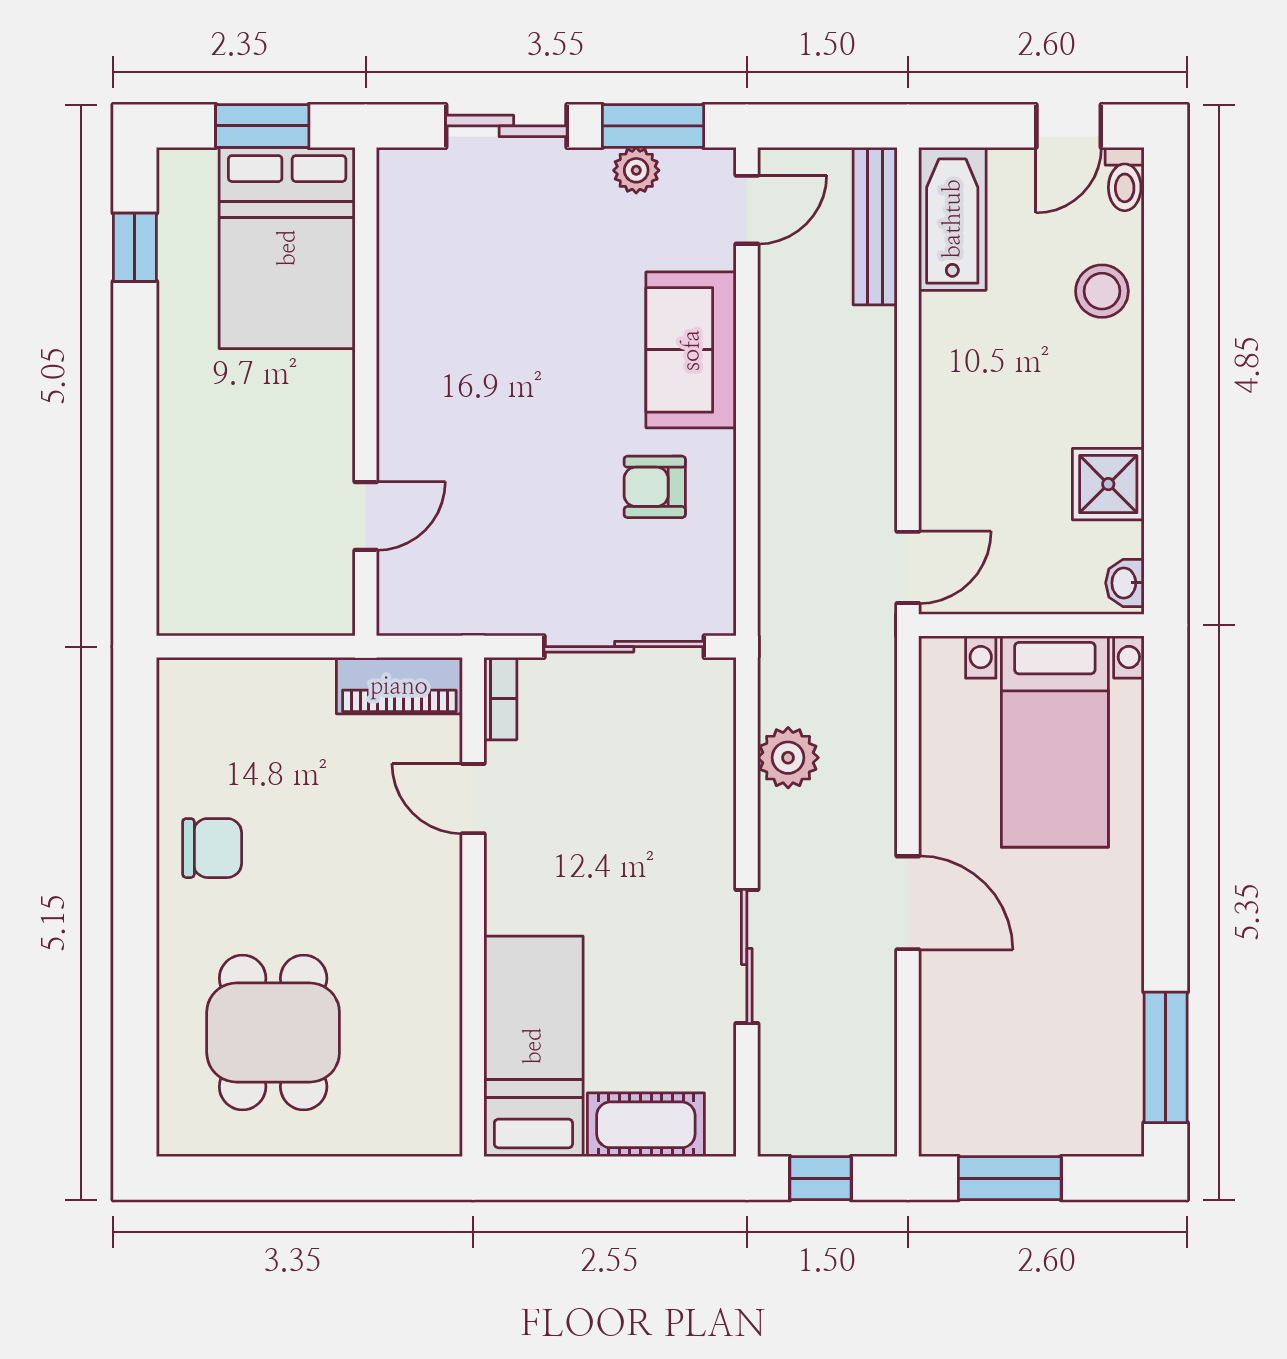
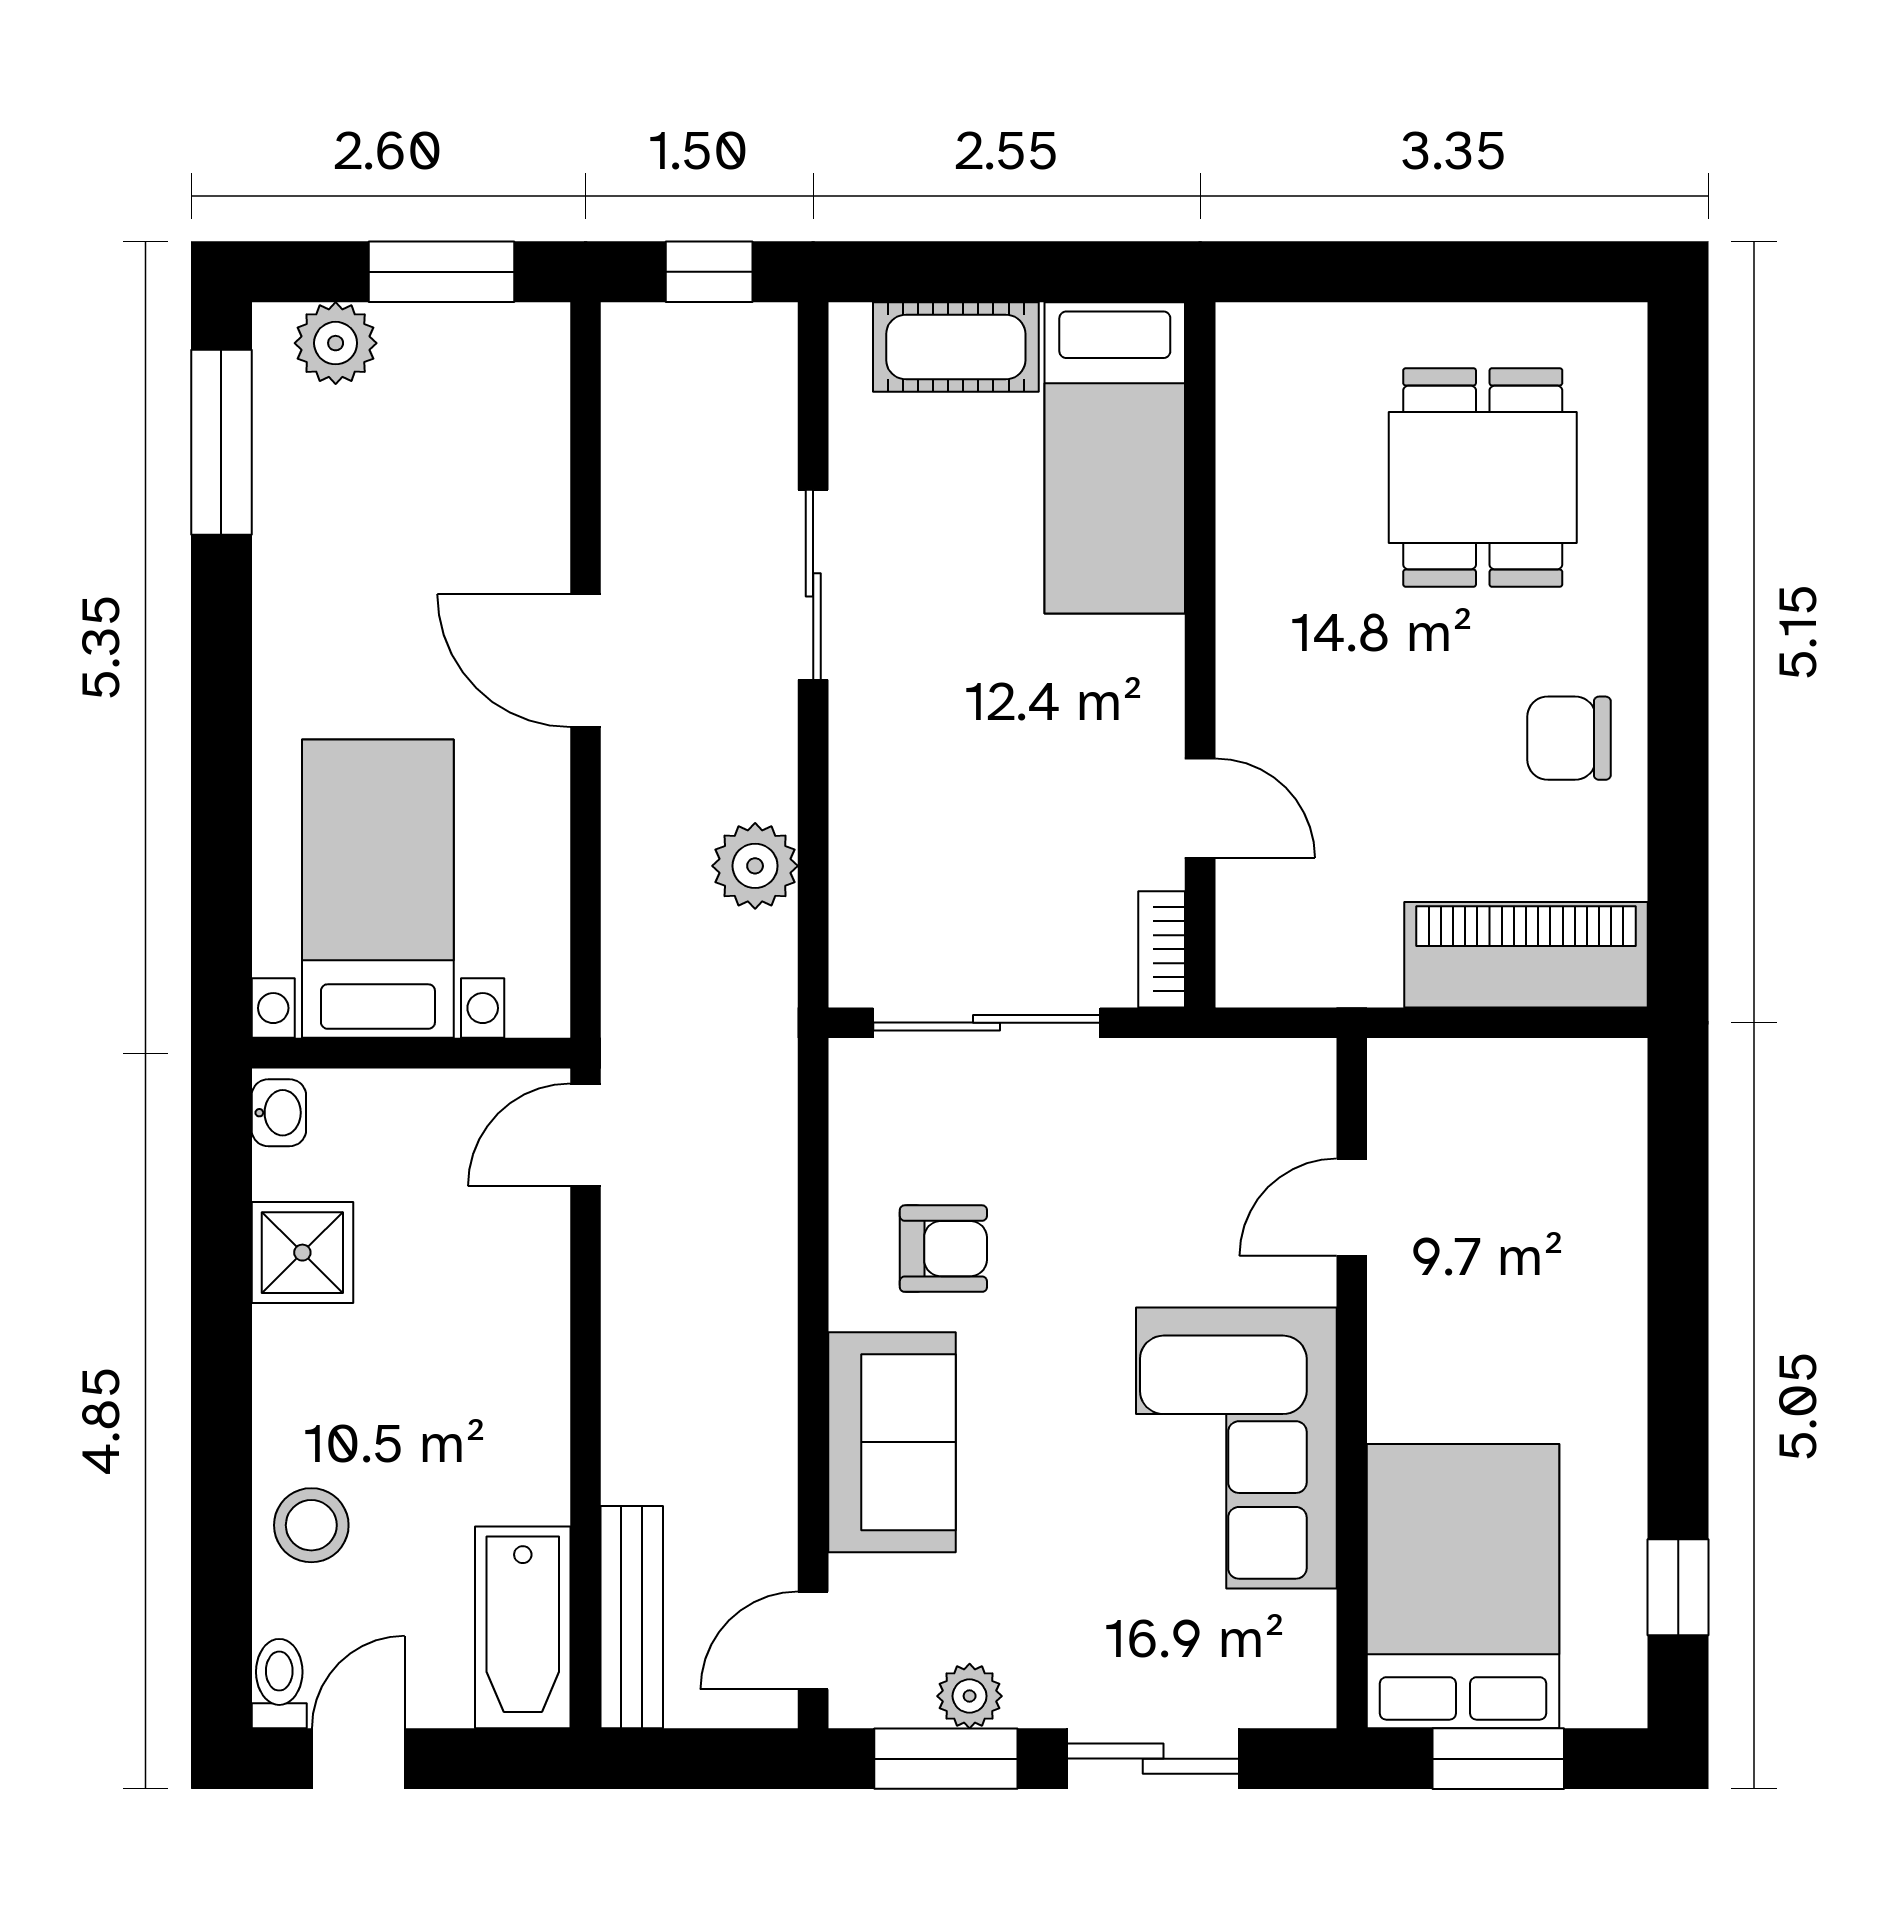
corner sofa: (447, 346) -> (1236, 1448), added
piano: (399, 686) -> (1526, 955), moved, width x1.37, depth x1.33
plant: (1085, 1128) -> (336, 343), added

